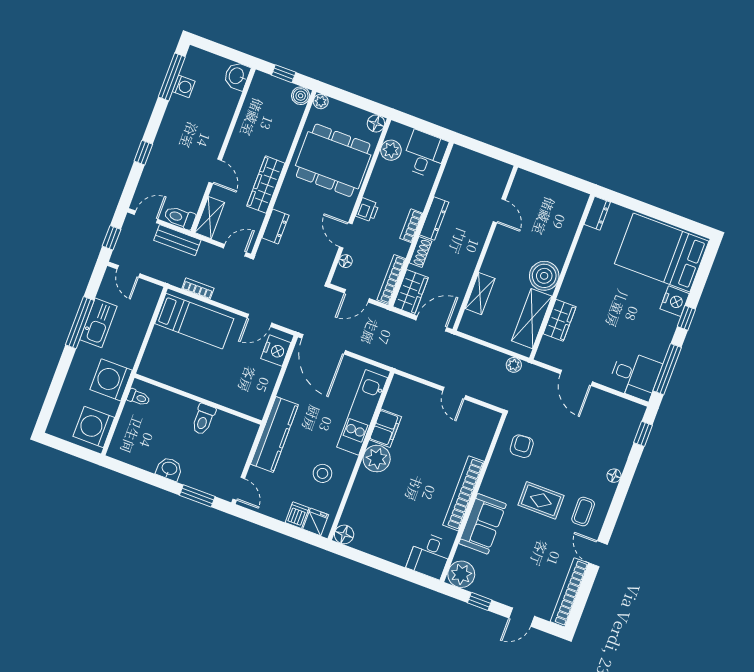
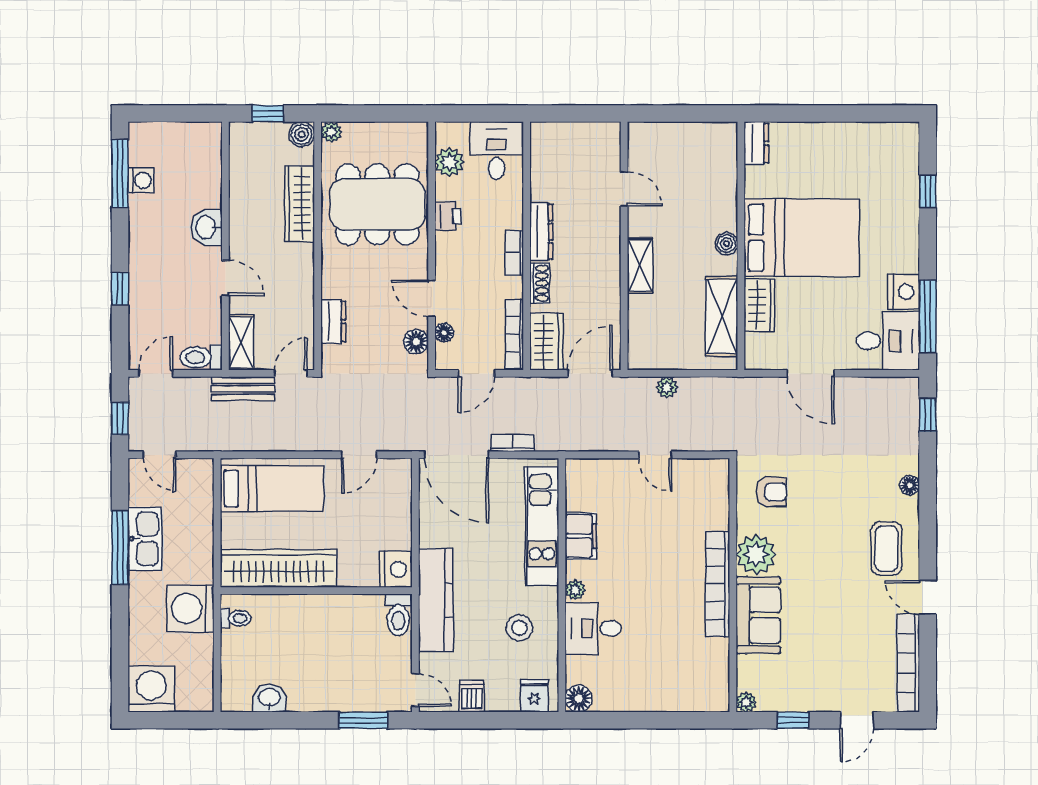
washbasin: (237, 76) -> (207, 227), moved
floor lamp: (376, 123) -> (416, 342), moved
wardrobe: (266, 185) -> (300, 204), moved
printer: (367, 210) -> (448, 216), moved
bench: (177, 240) -> (243, 389), moved
bed: (662, 252) -> (802, 238), moved, turned 180
boiler: (544, 276) -> (726, 244), width x0.54, depth x0.54
bookcase: (198, 288) -> (513, 443), moved
shelving: (480, 294) -> (640, 266), moved
nightstand: (675, 301) -> (904, 292), moved
window: (686, 318) -> (928, 191), moved
nightstand: (276, 351) -> (396, 569), moved
plant: (514, 365) -> (667, 387), moved
wardrobe: (179, 375) -> (279, 568), added
toilet: (203, 419) -> (398, 615), moved
washing machine: (94, 427) -> (151, 689), moved, turned 90
armchair: (522, 446) -> (772, 492), turned 94
plant: (377, 459) -> (575, 590), width x0.53, depth x0.53
washbasin: (169, 469) -> (269, 698), moved
plant: (496, 483) -> (756, 555), added
rug: (541, 500) -> (825, 555), removed
coffee table: (583, 512) -> (886, 549), width x1.36, depth x1.30
dishwasher: (297, 515) -> (472, 696), moved
desk: (430, 556) -> (593, 628), moved, turned 90
plant: (461, 574) -> (746, 702), width x0.53, depth x0.53

